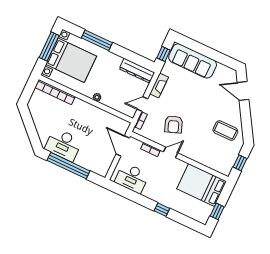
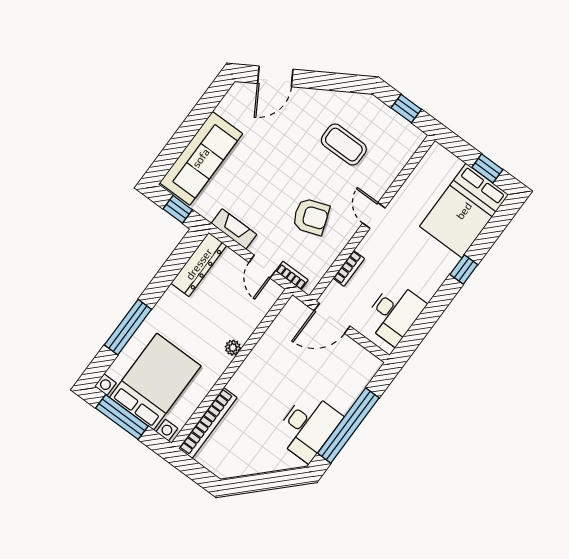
coffee table: (225, 131) -> (344, 145), moved, turned 90
door: (171, 152) -> (374, 216), moved
bed: (202, 185) -> (464, 211), moved

